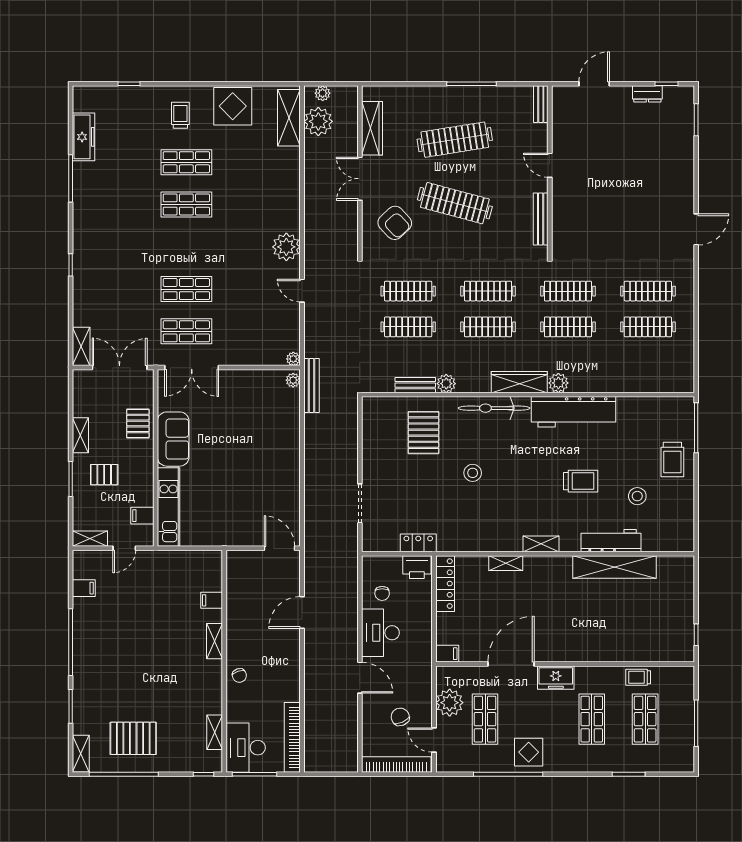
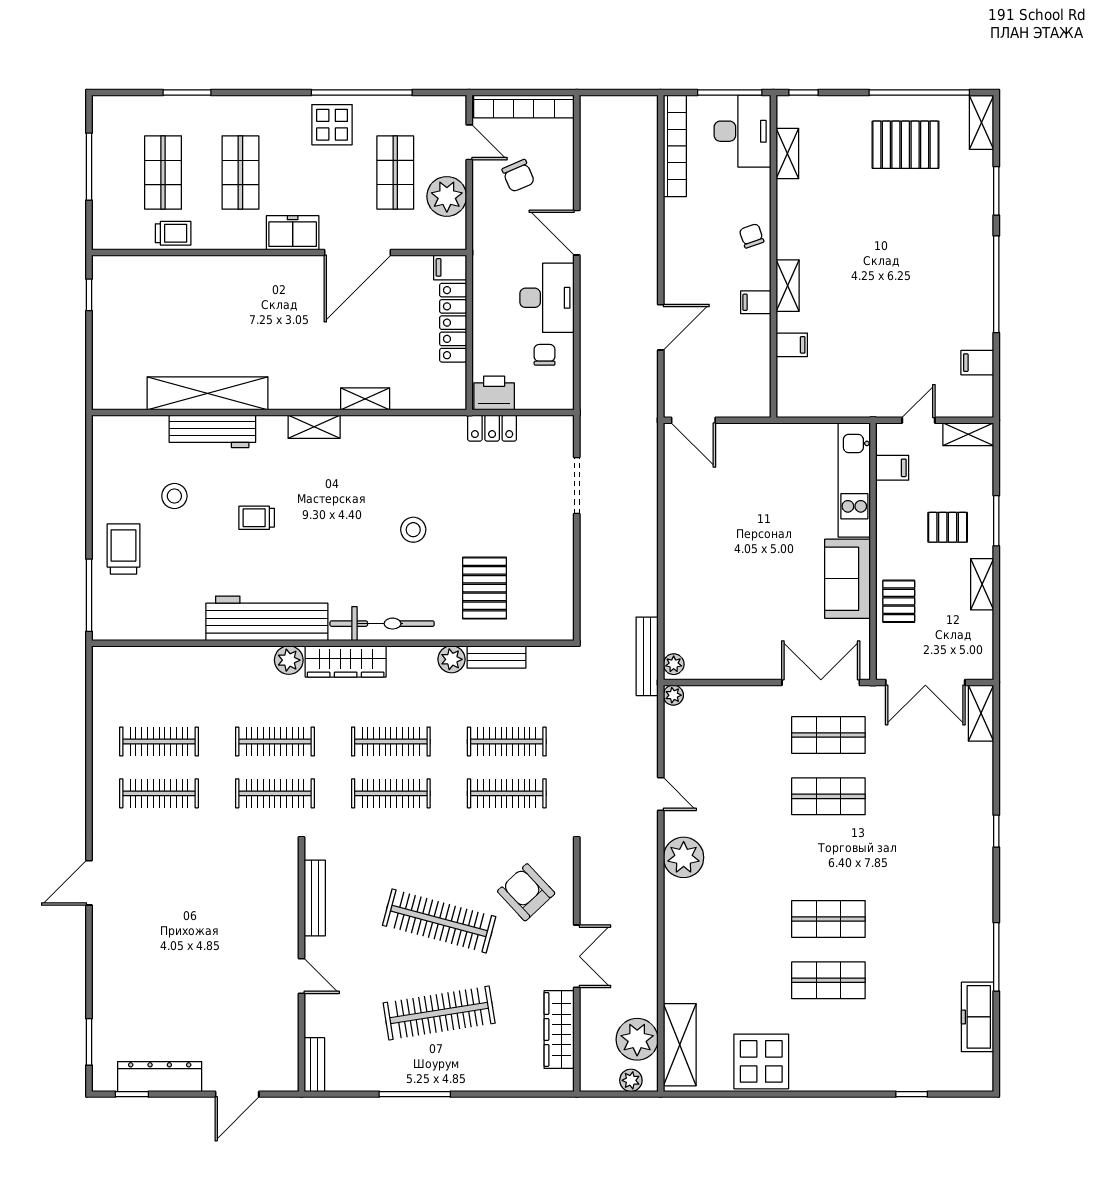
dresser: (647, 94) -> (160, 1077), width x1.96, depth x1.24
trolley: (180, 115) -> (837, 1048), removed
trolley: (581, 481) -> (257, 518), width x0.73, depth x0.72
locker: (445, 584) -> (453, 323), moved
filing cabinet: (237, 630) -> (756, 302), added

